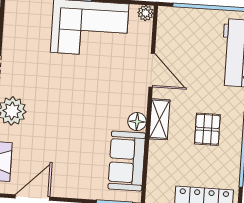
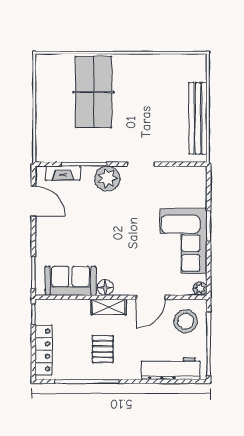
stool: (182, 32) -> (186, 321), added
pallet: (207, 129) -> (103, 349), turned 90

